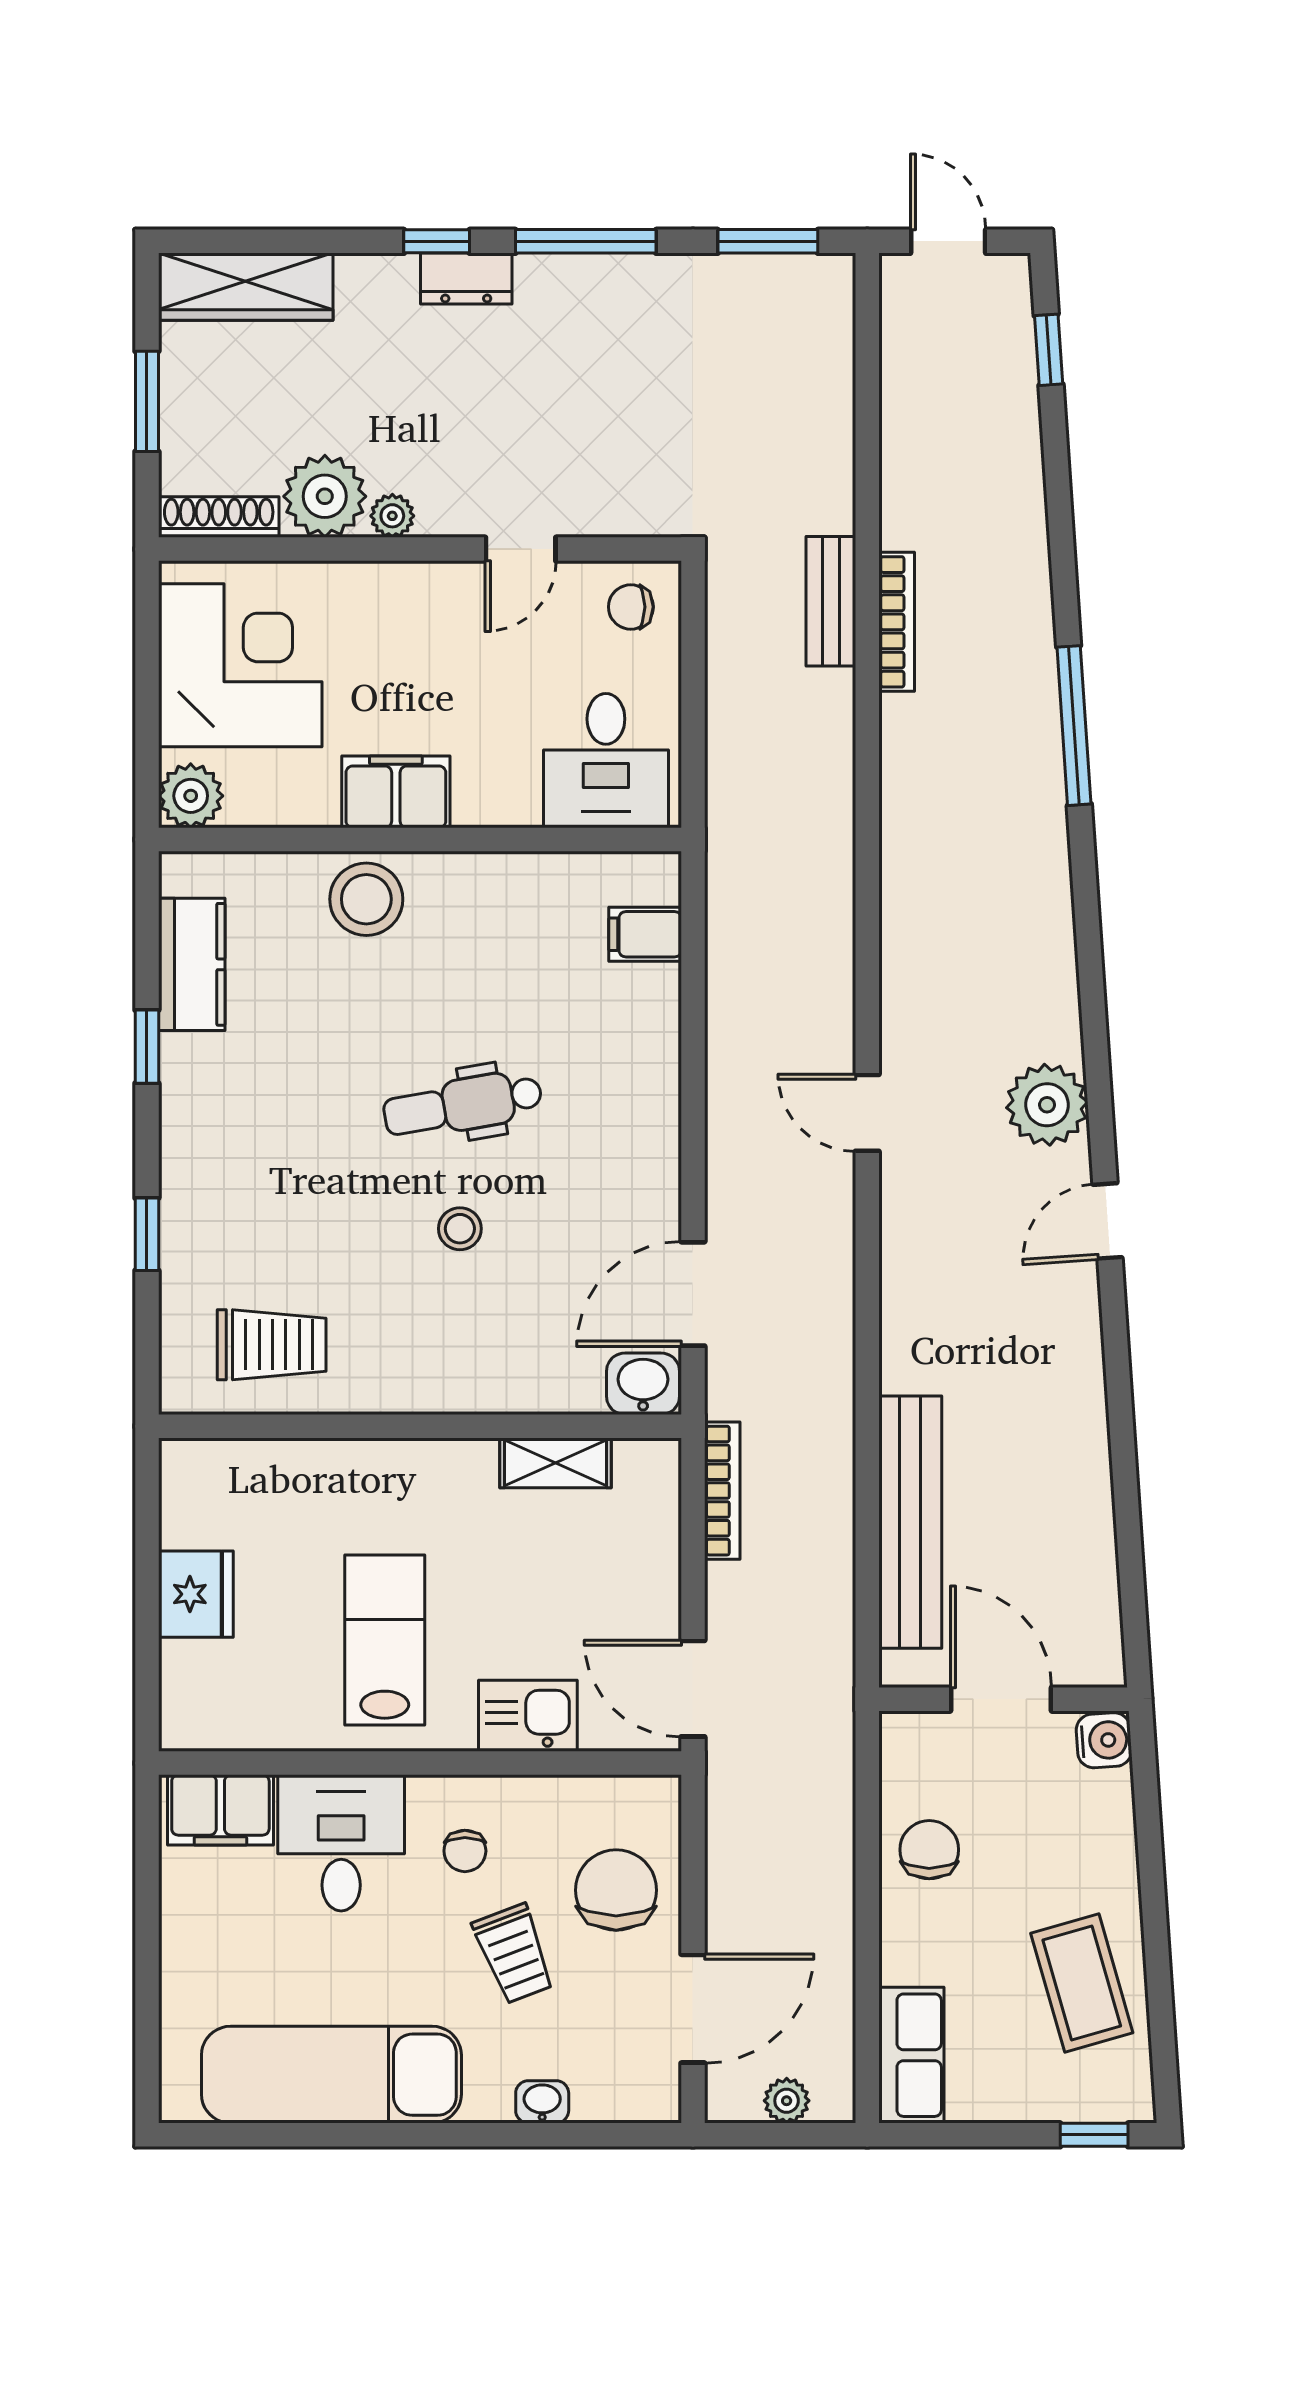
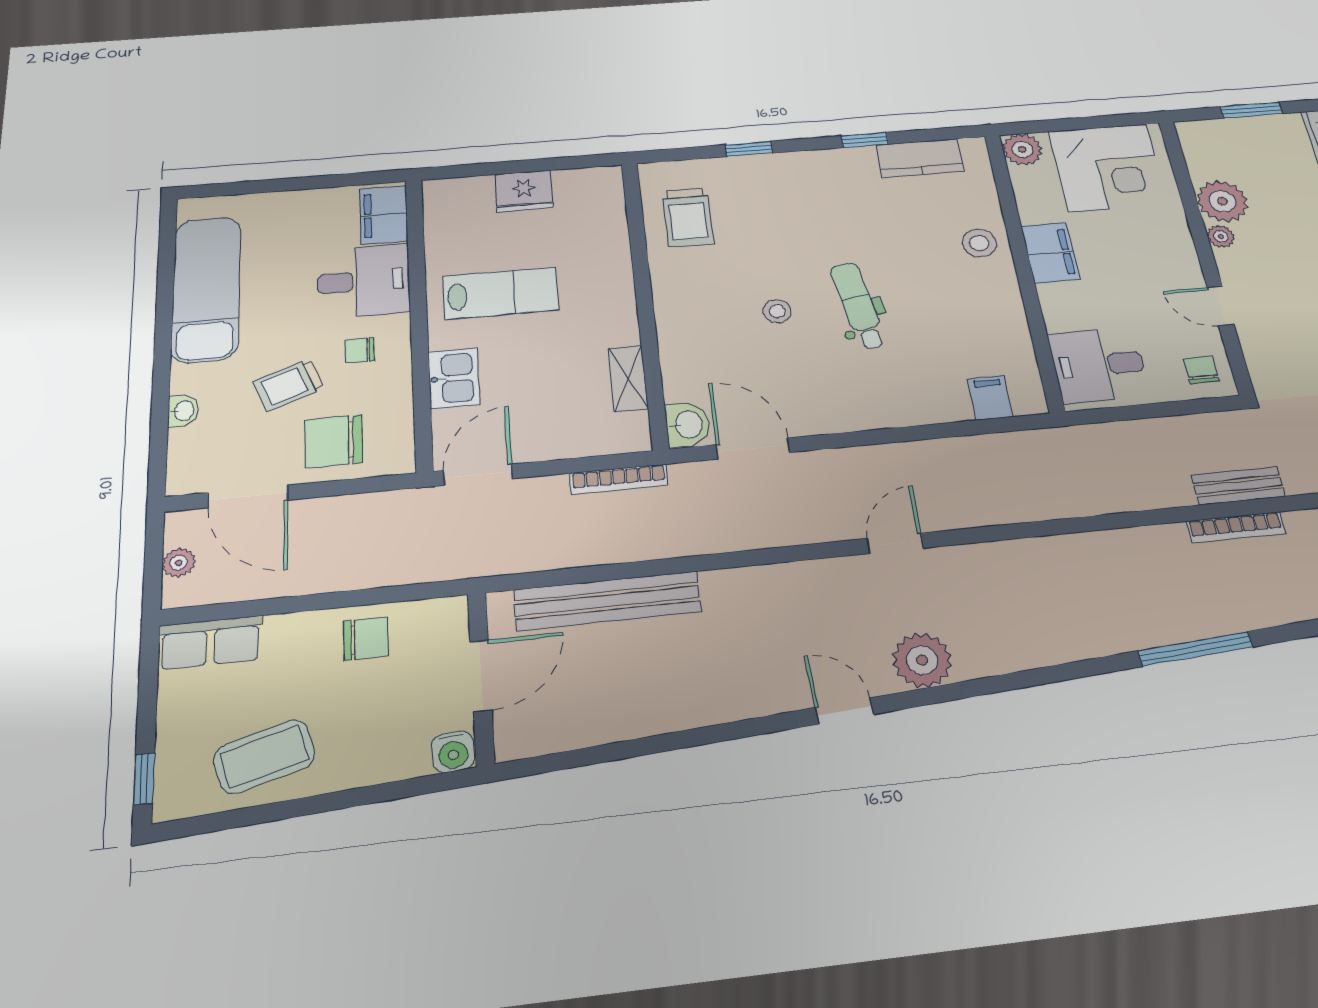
shoe rack: (219, 517) -> (1194, 150), removed
stool: (366, 899) -> (979, 243), width x0.73, depth x0.73
chair: (616, 1890) -> (334, 441), turned 180

